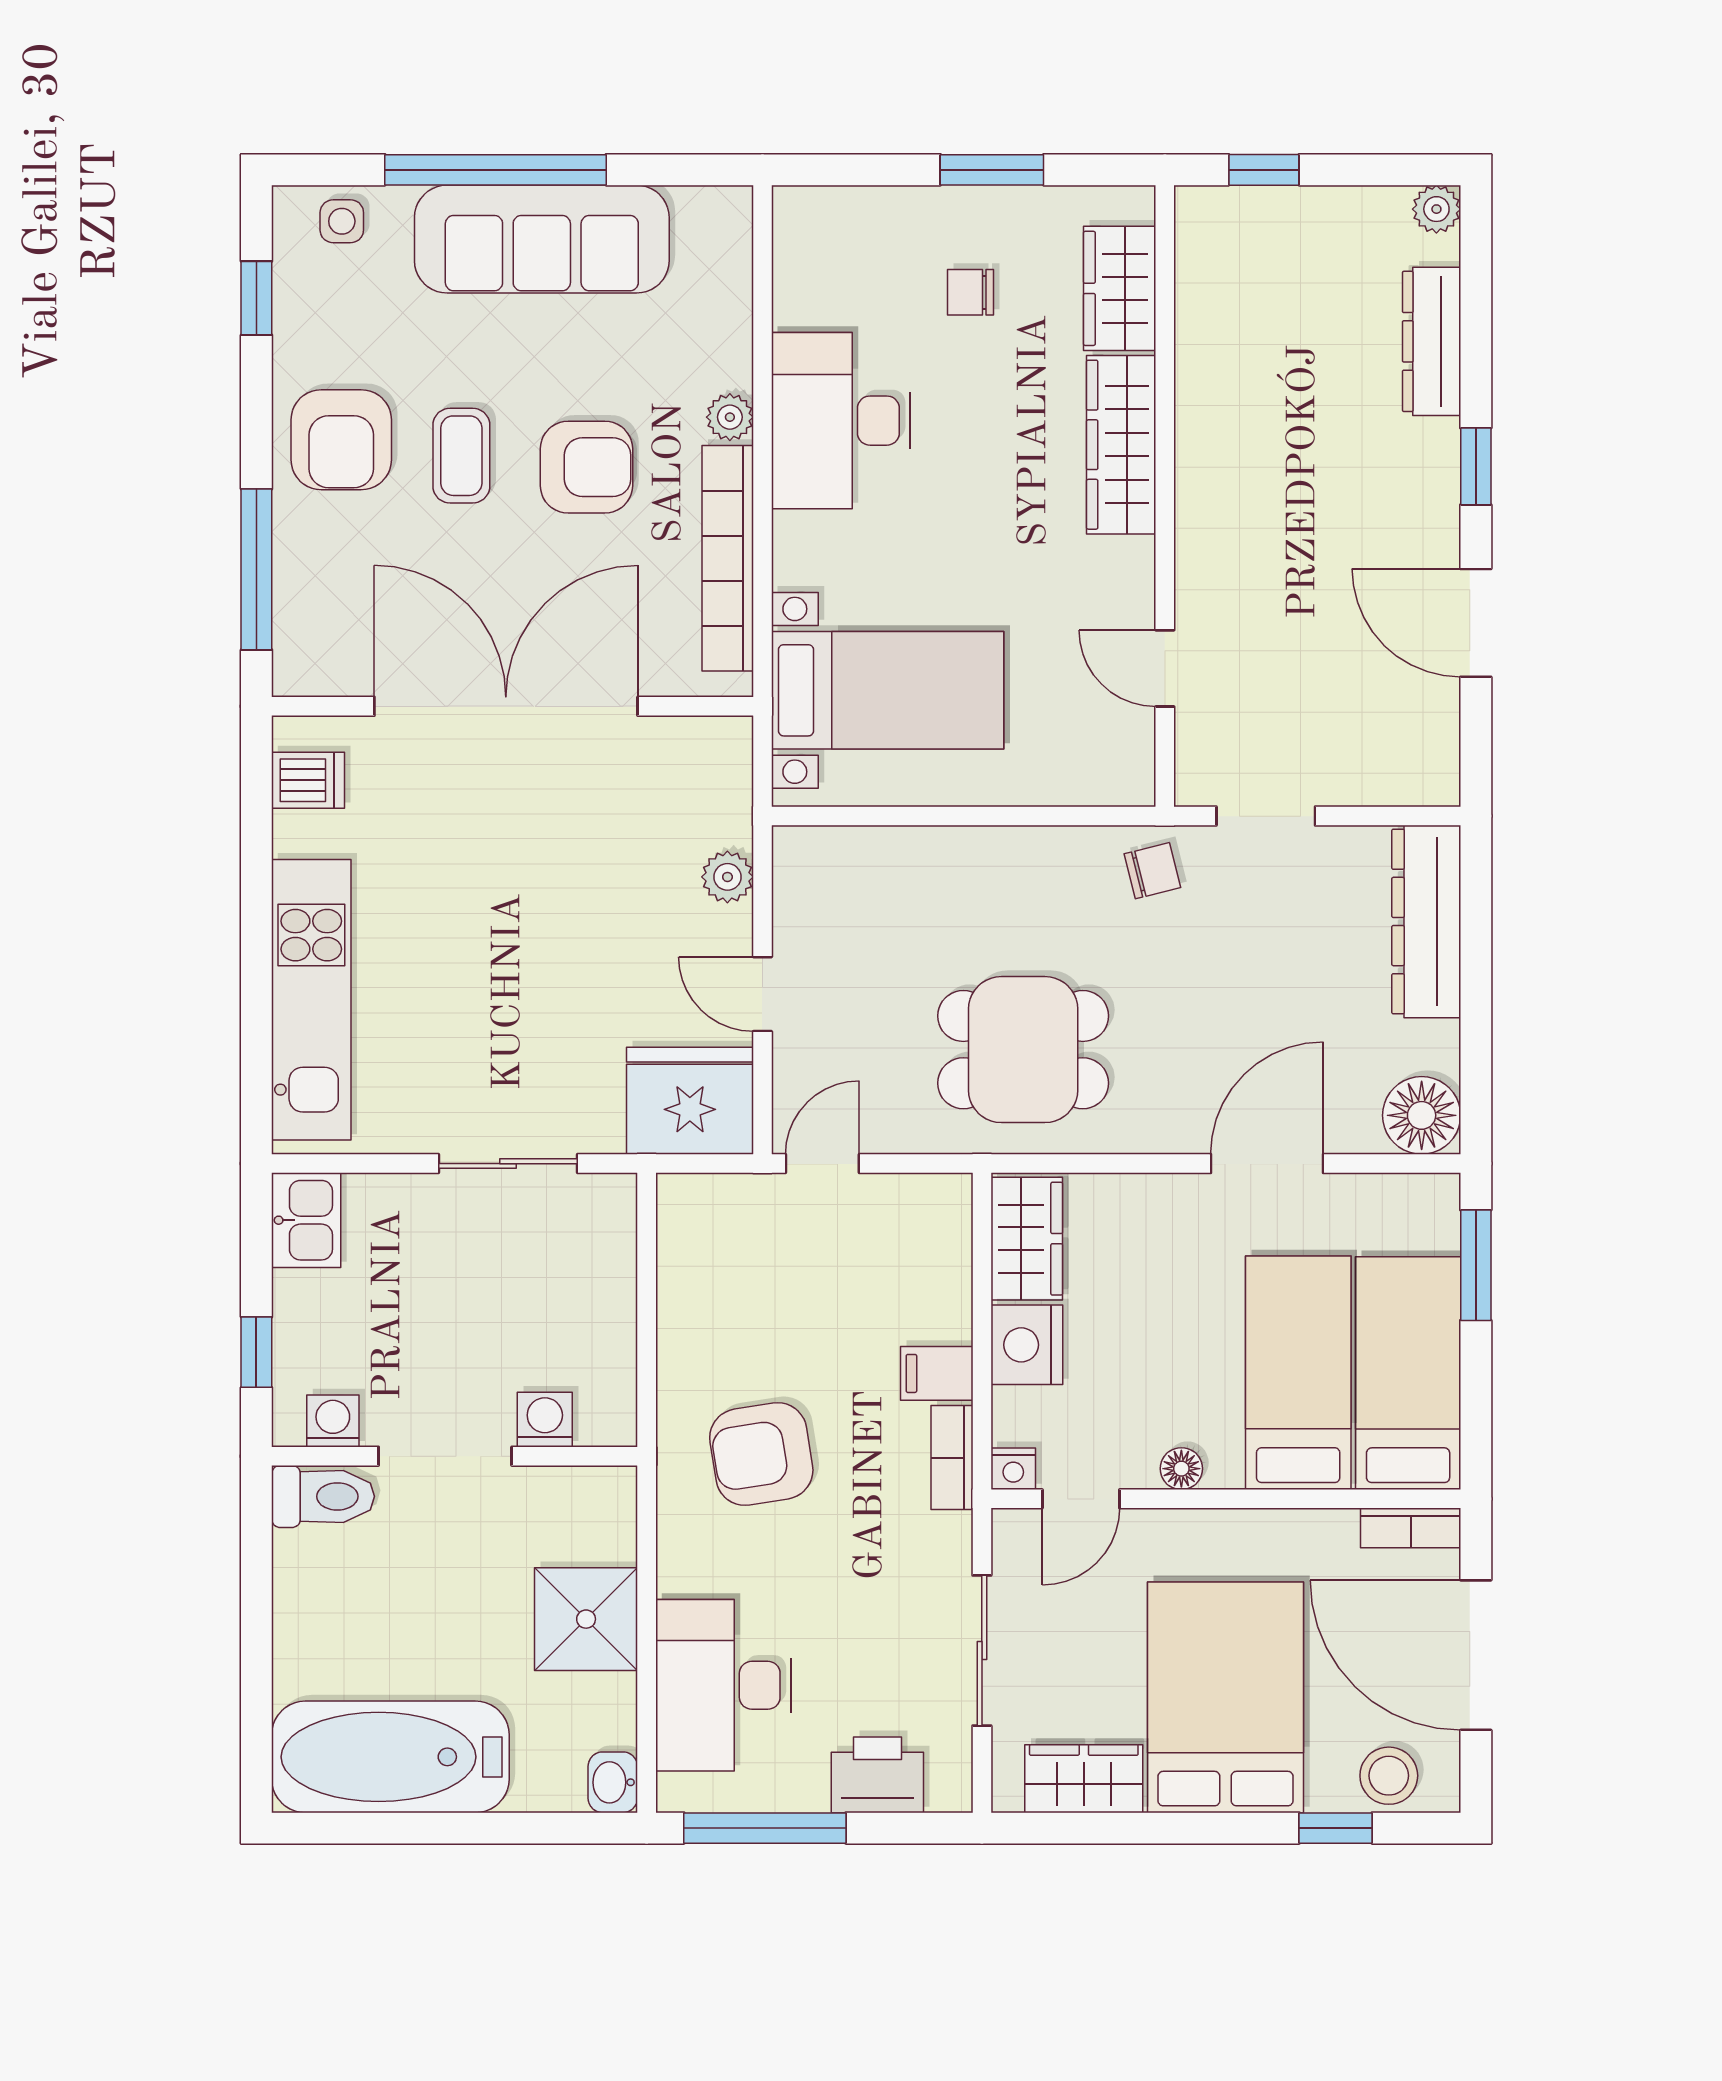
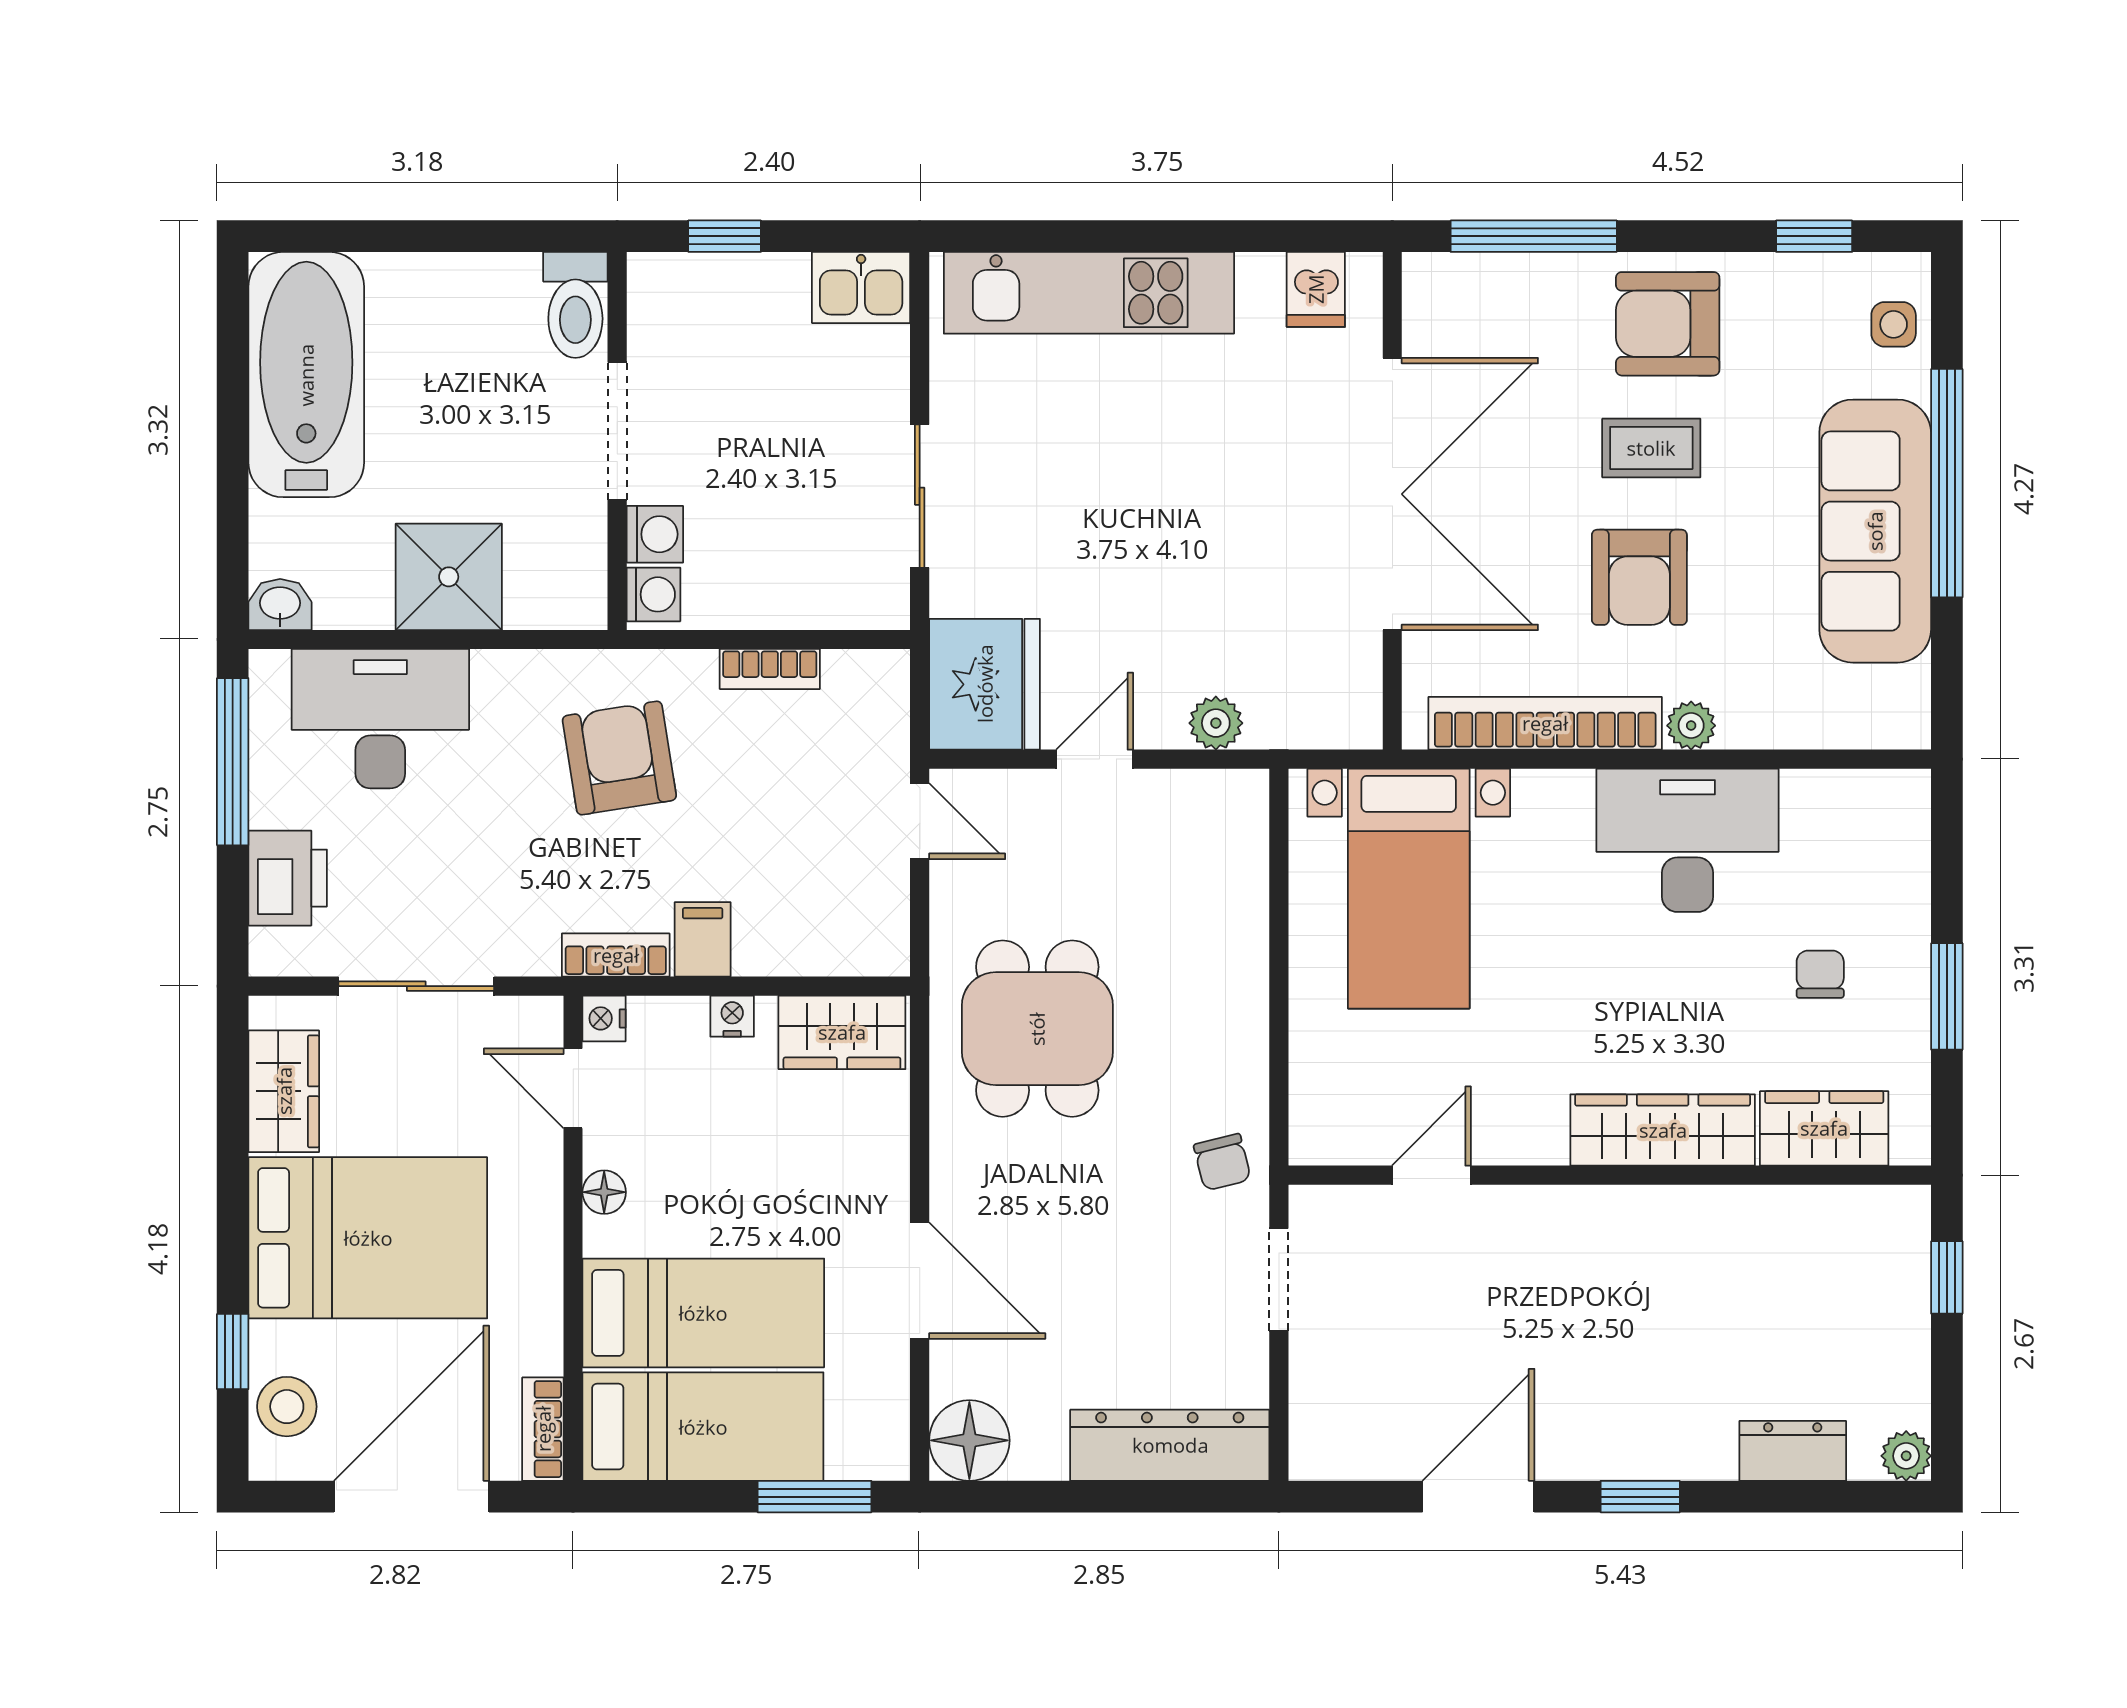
dresser: (1432, 341) -> (1793, 1451), width x0.70
bookcase: (675, 1308) -> (770, 669), added
nightstand: (1027, 1345) -> (732, 1016), width x0.53, depth x0.56
washing machine: (333, 1421) -> (653, 594), moved

